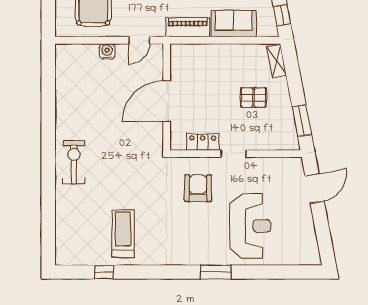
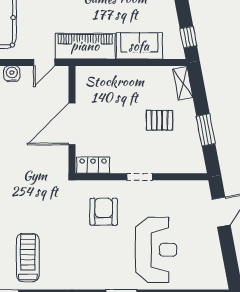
piano: (188, 27) -> (85, 46), width x1.37, depth x1.33
window: (302, 121) -> (206, 130), moved
locker: (203, 142) -> (93, 165), moved

